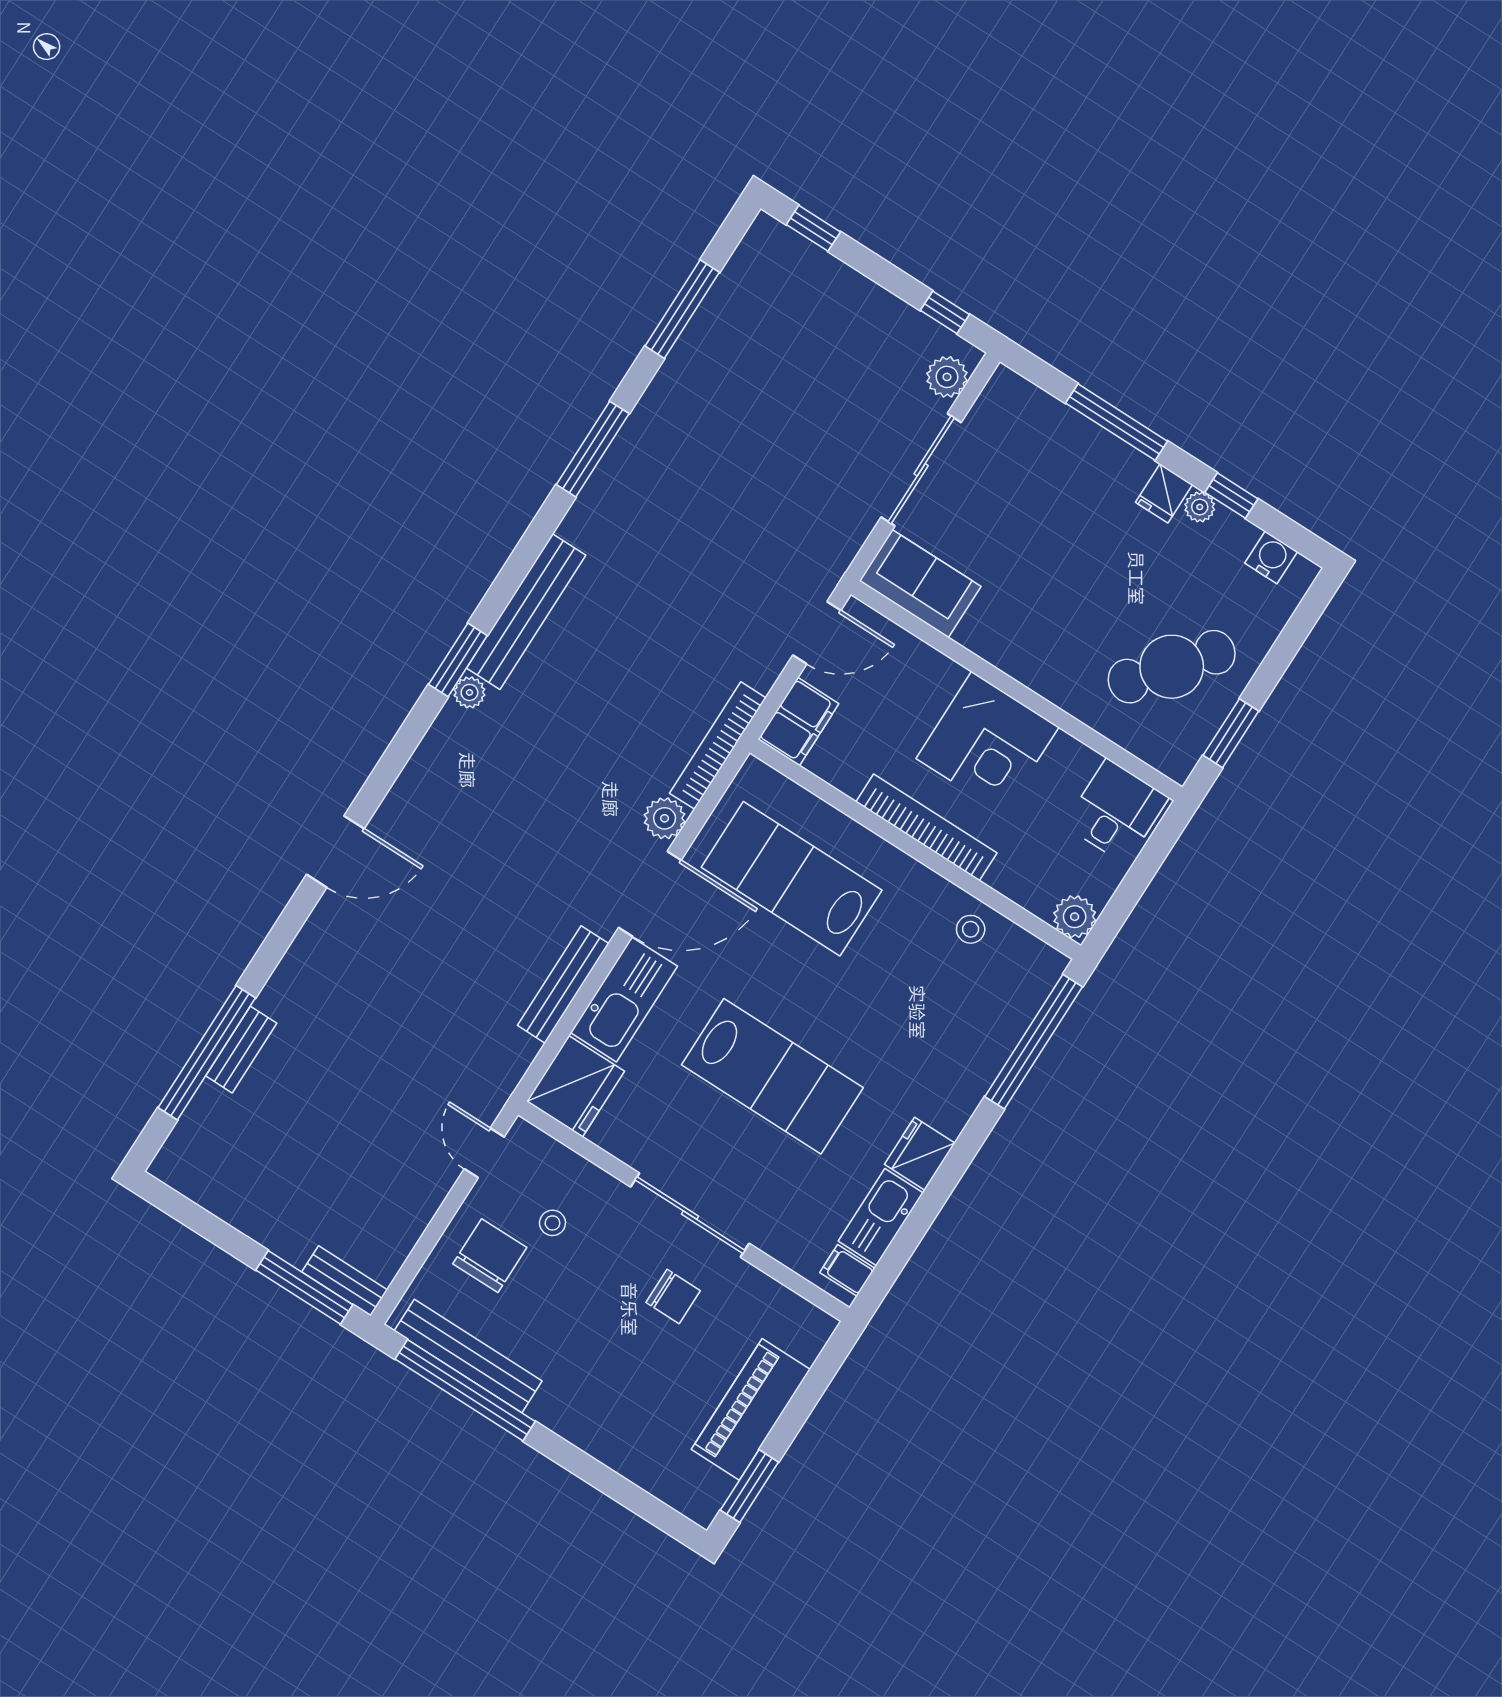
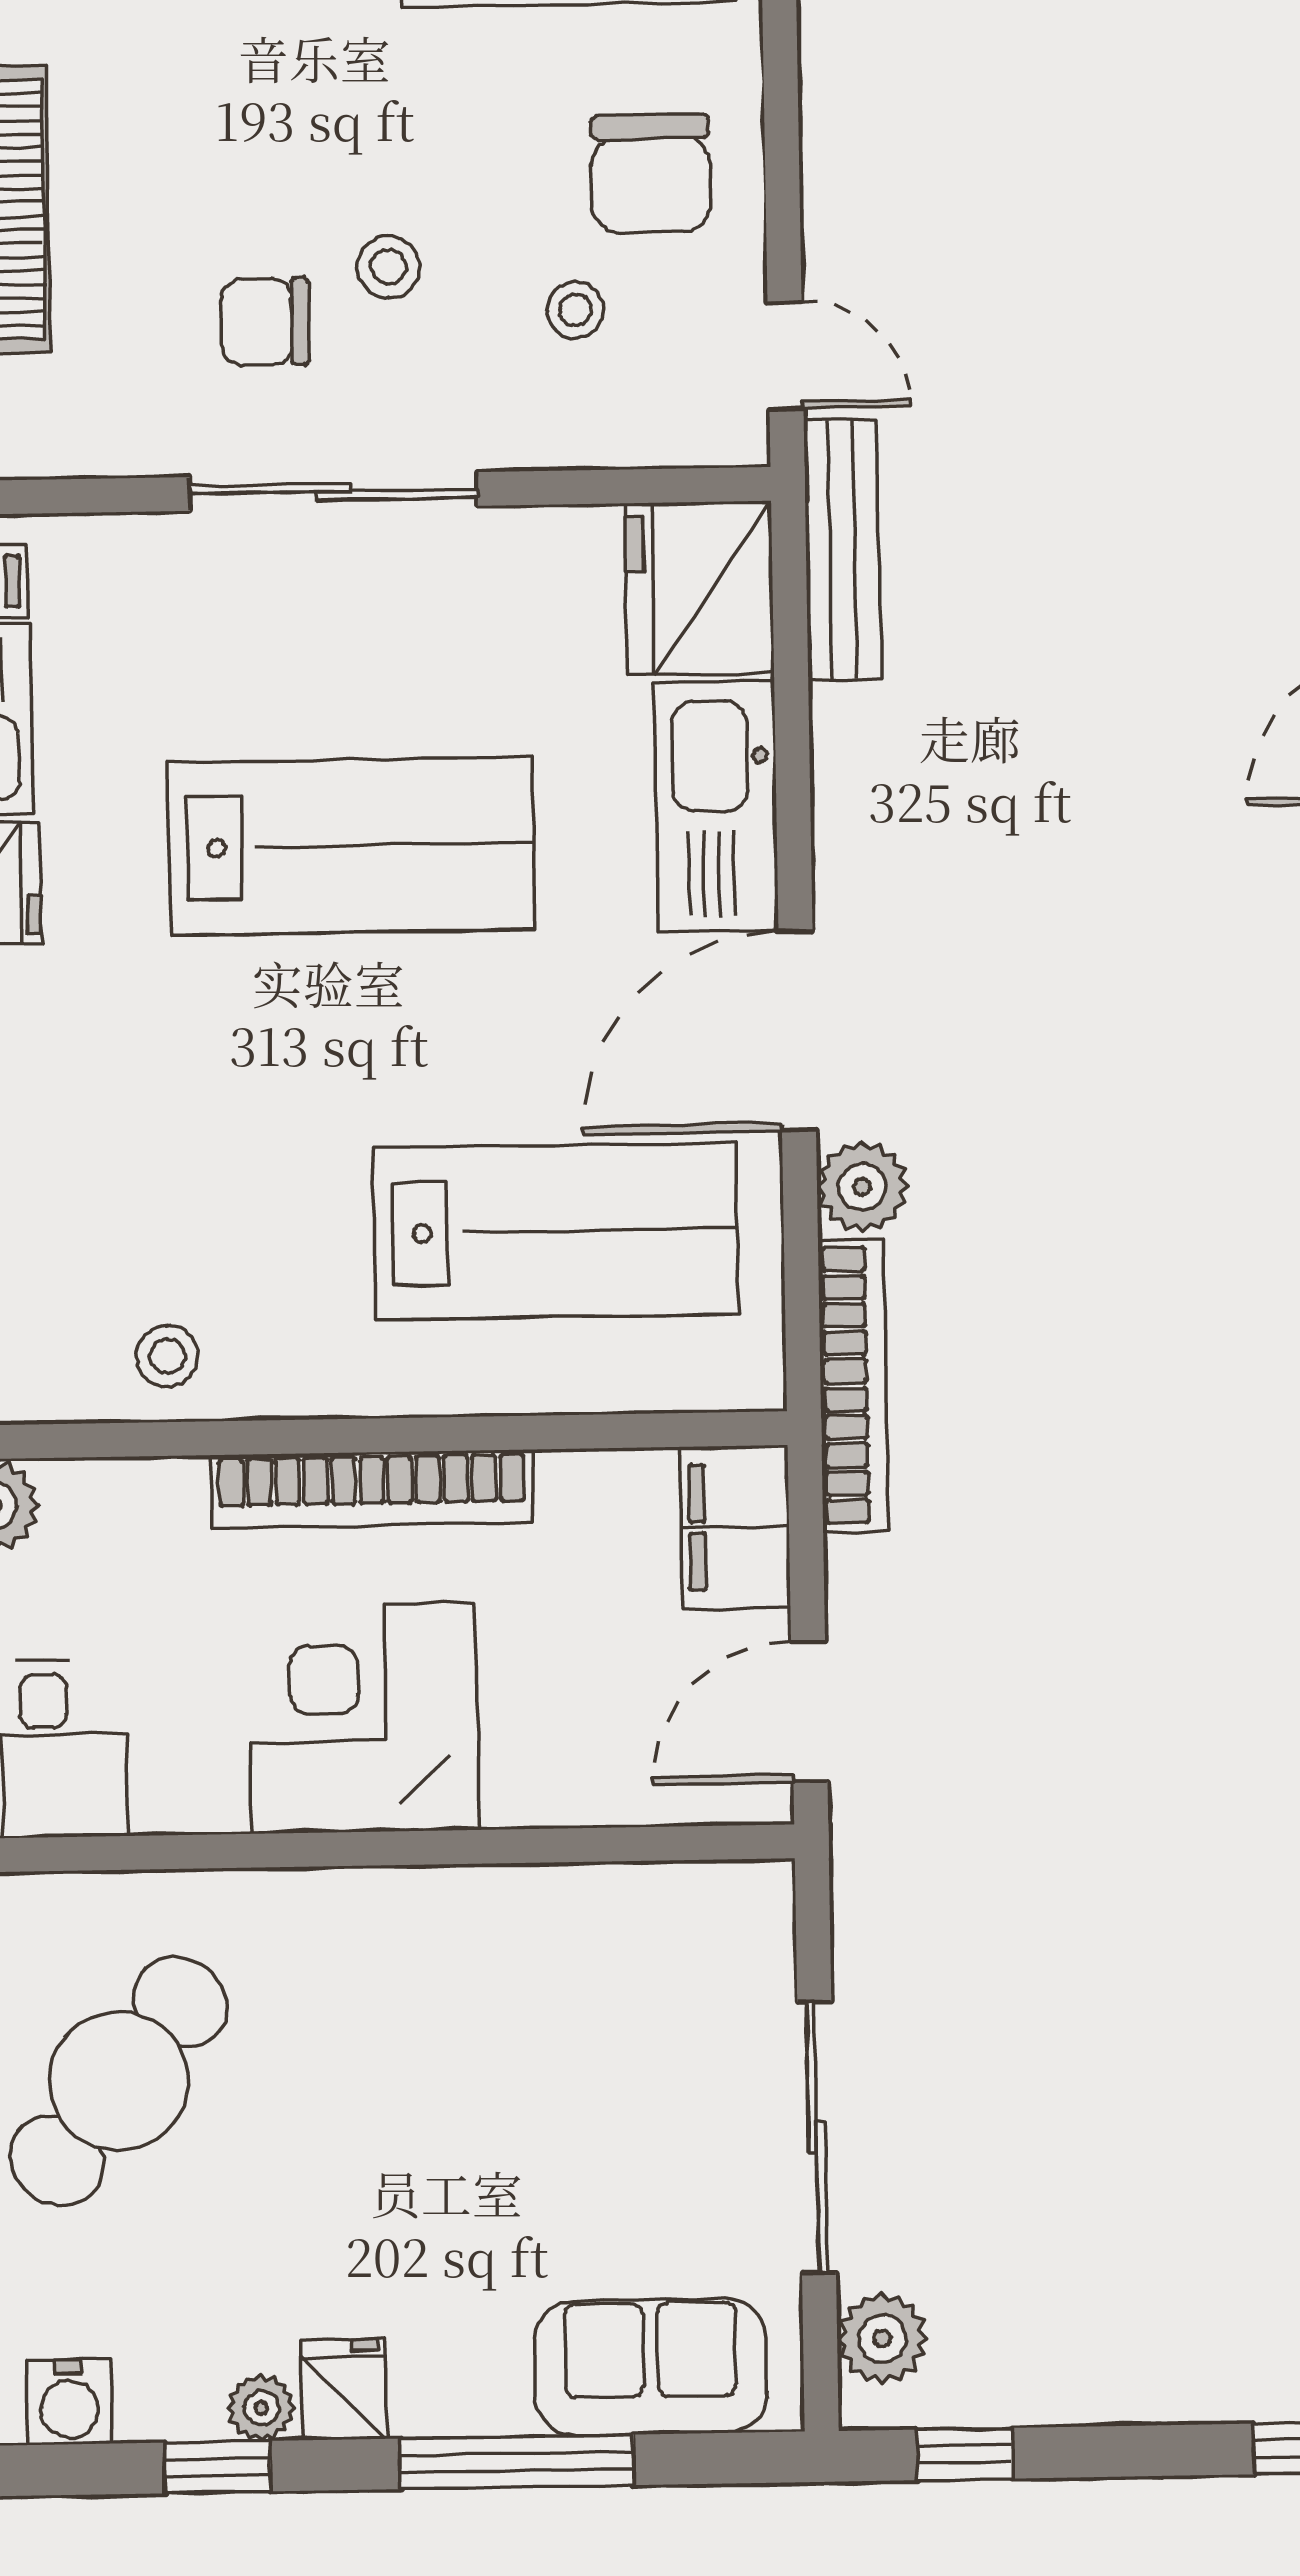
sofa: (920, 584) -> (651, 2367), moved, turned 180
bench: (563, 985) -> (842, 550), moved
lab bench: (772, 1076) -> (351, 846), turned 180
stool: (613, 1286) -> (389, 267), added

